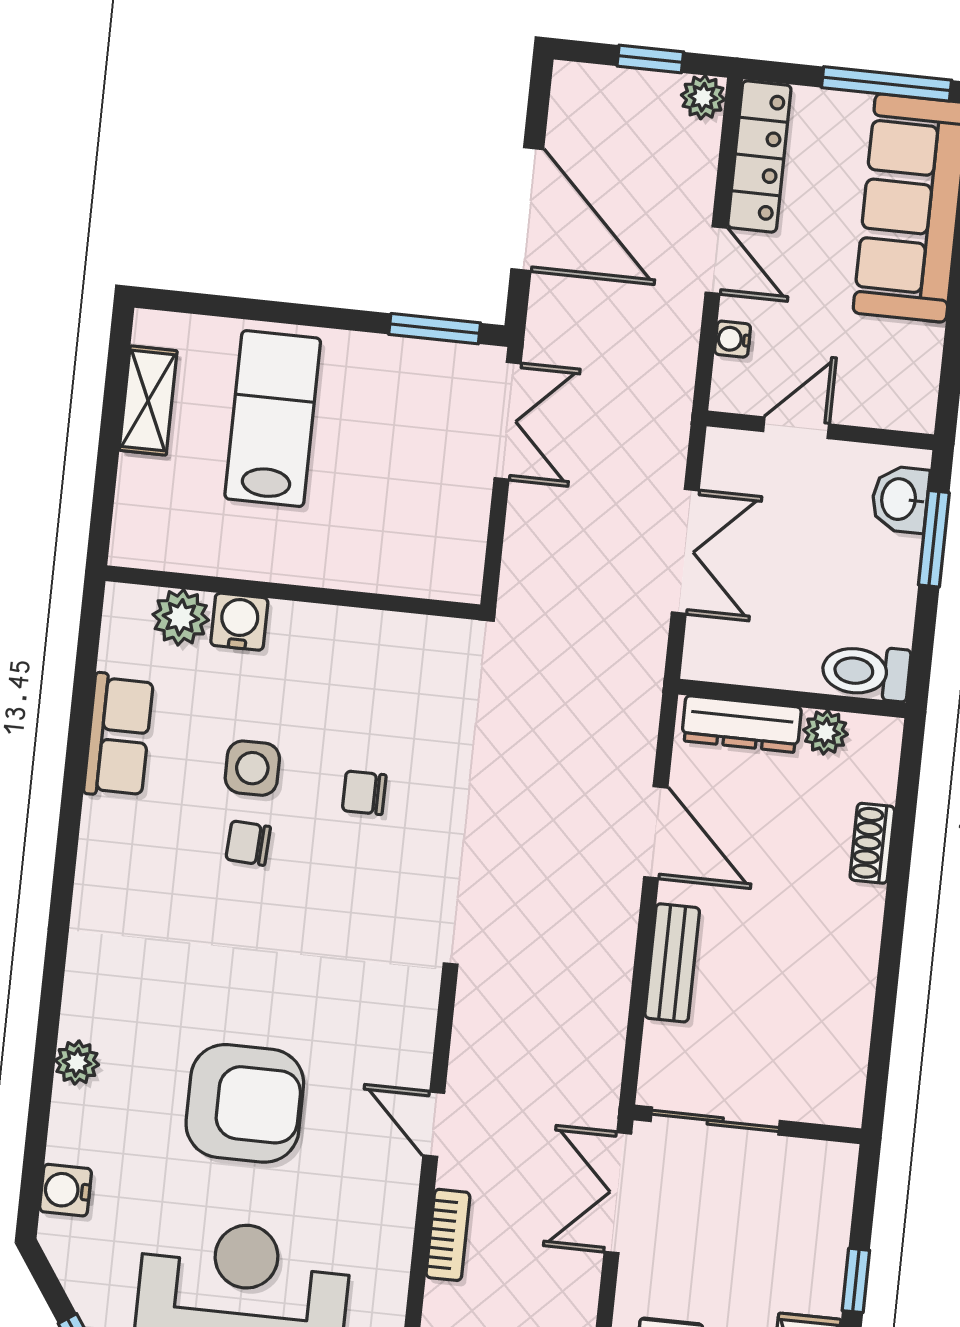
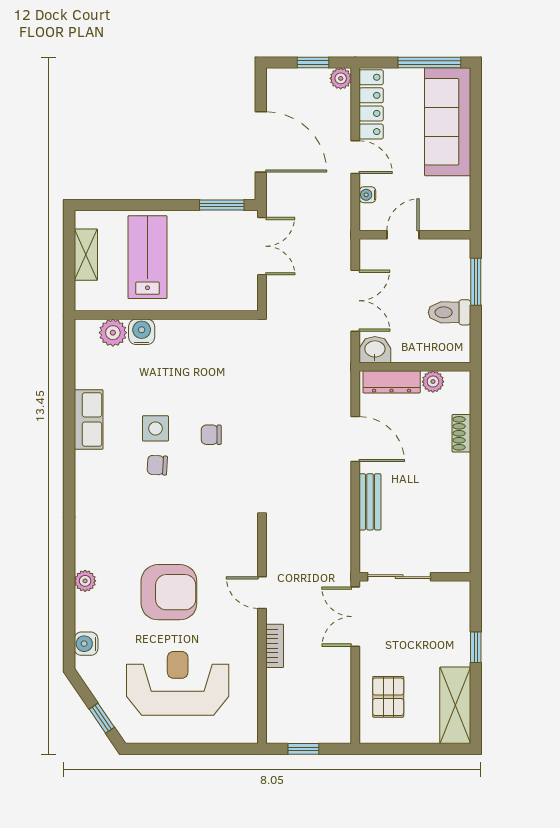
washbasin: (900, 499) -> (375, 350), moved, turned 90
wall: (293, 593) -> (166, 315), moved
plant: (181, 617) -> (113, 333), moved
water cooler: (239, 622) -> (142, 332), moved
toilet: (866, 672) -> (450, 312), moved

